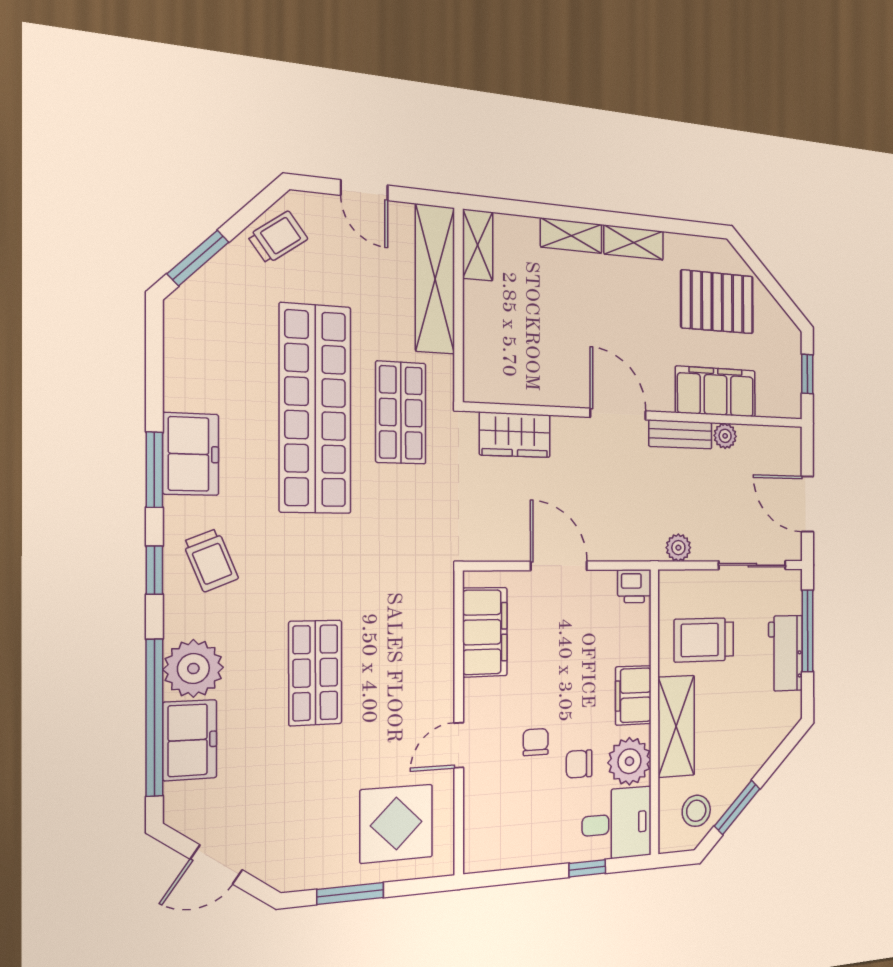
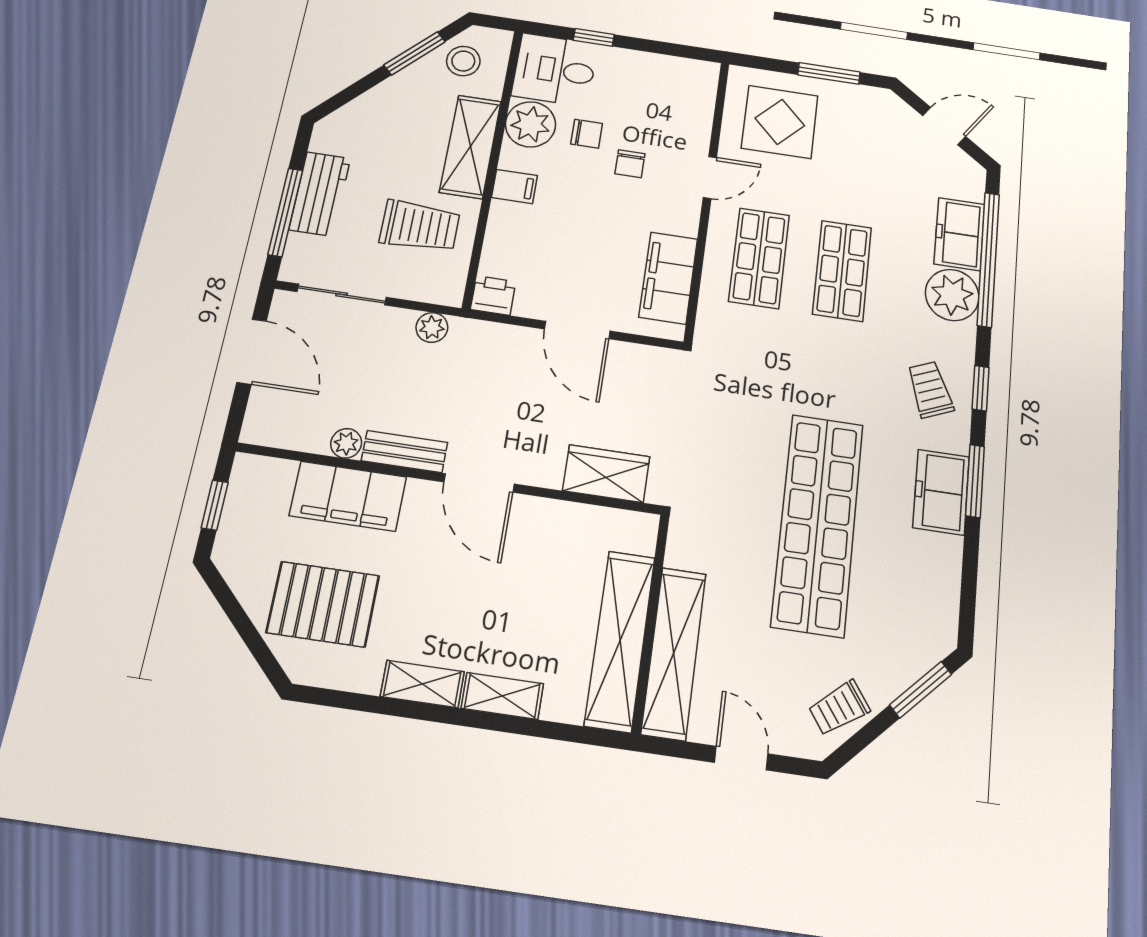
shelving: (478, 245) -> (620, 641), width x2.20, depth x1.33
shop shelf: (401, 413) -> (759, 258), moved
filing cabinet: (633, 695) -> (515, 186), width x0.50

